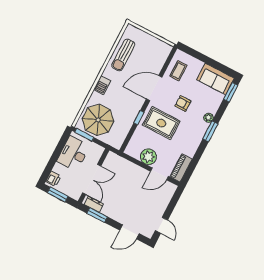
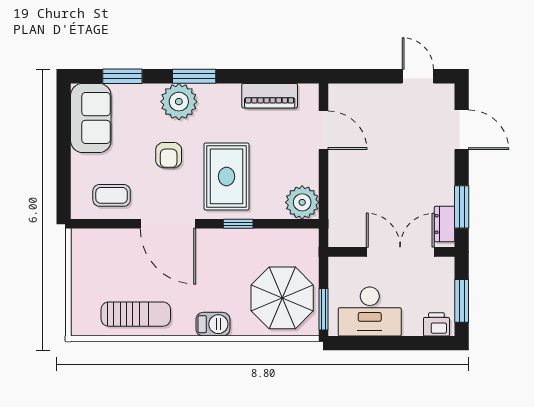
window: (231, 92) -> (122, 76), moved
plant: (208, 118) -> (179, 102), width x1.88, depth x1.88
plant: (148, 157) -> (302, 202), moved
piano: (181, 168) -> (270, 96), moved
door: (161, 225) -> (418, 76), hinge flipped

